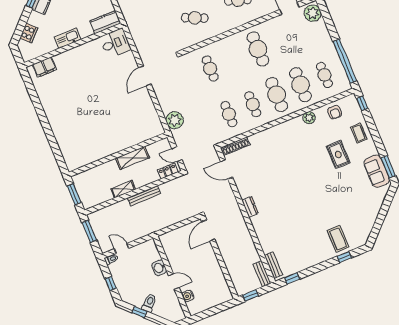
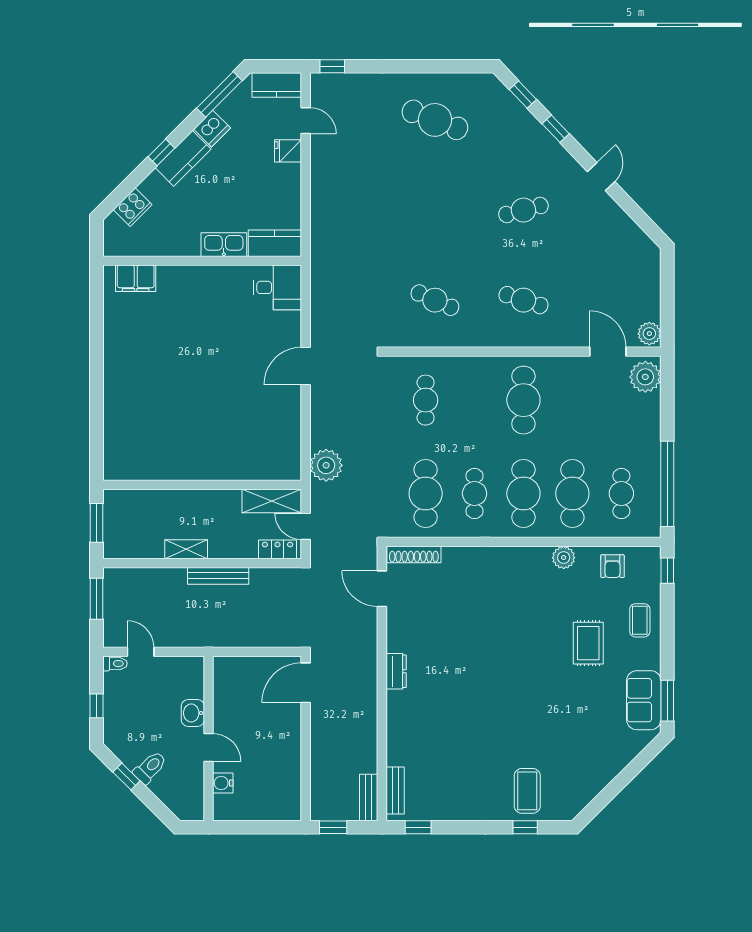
kitchen sink: (68, 38) -> (224, 245), moved
cafe table: (229, 114) -> (426, 494), width x1.37, depth x1.35
shelving: (132, 158) -> (272, 501), moved

